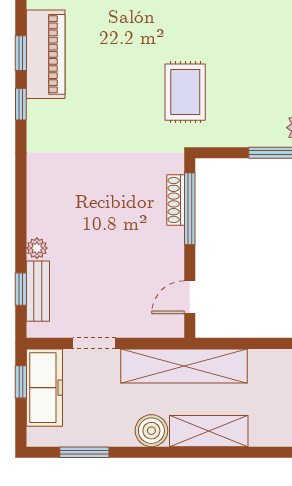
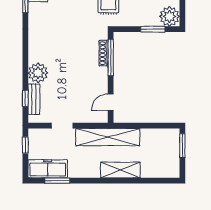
plant: (37, 248) -> (38, 73), width x1.88, depth x1.88
freezer: (44, 388) -> (48, 169), moved, turned -90
boiler: (151, 431) -> (91, 170), removed

